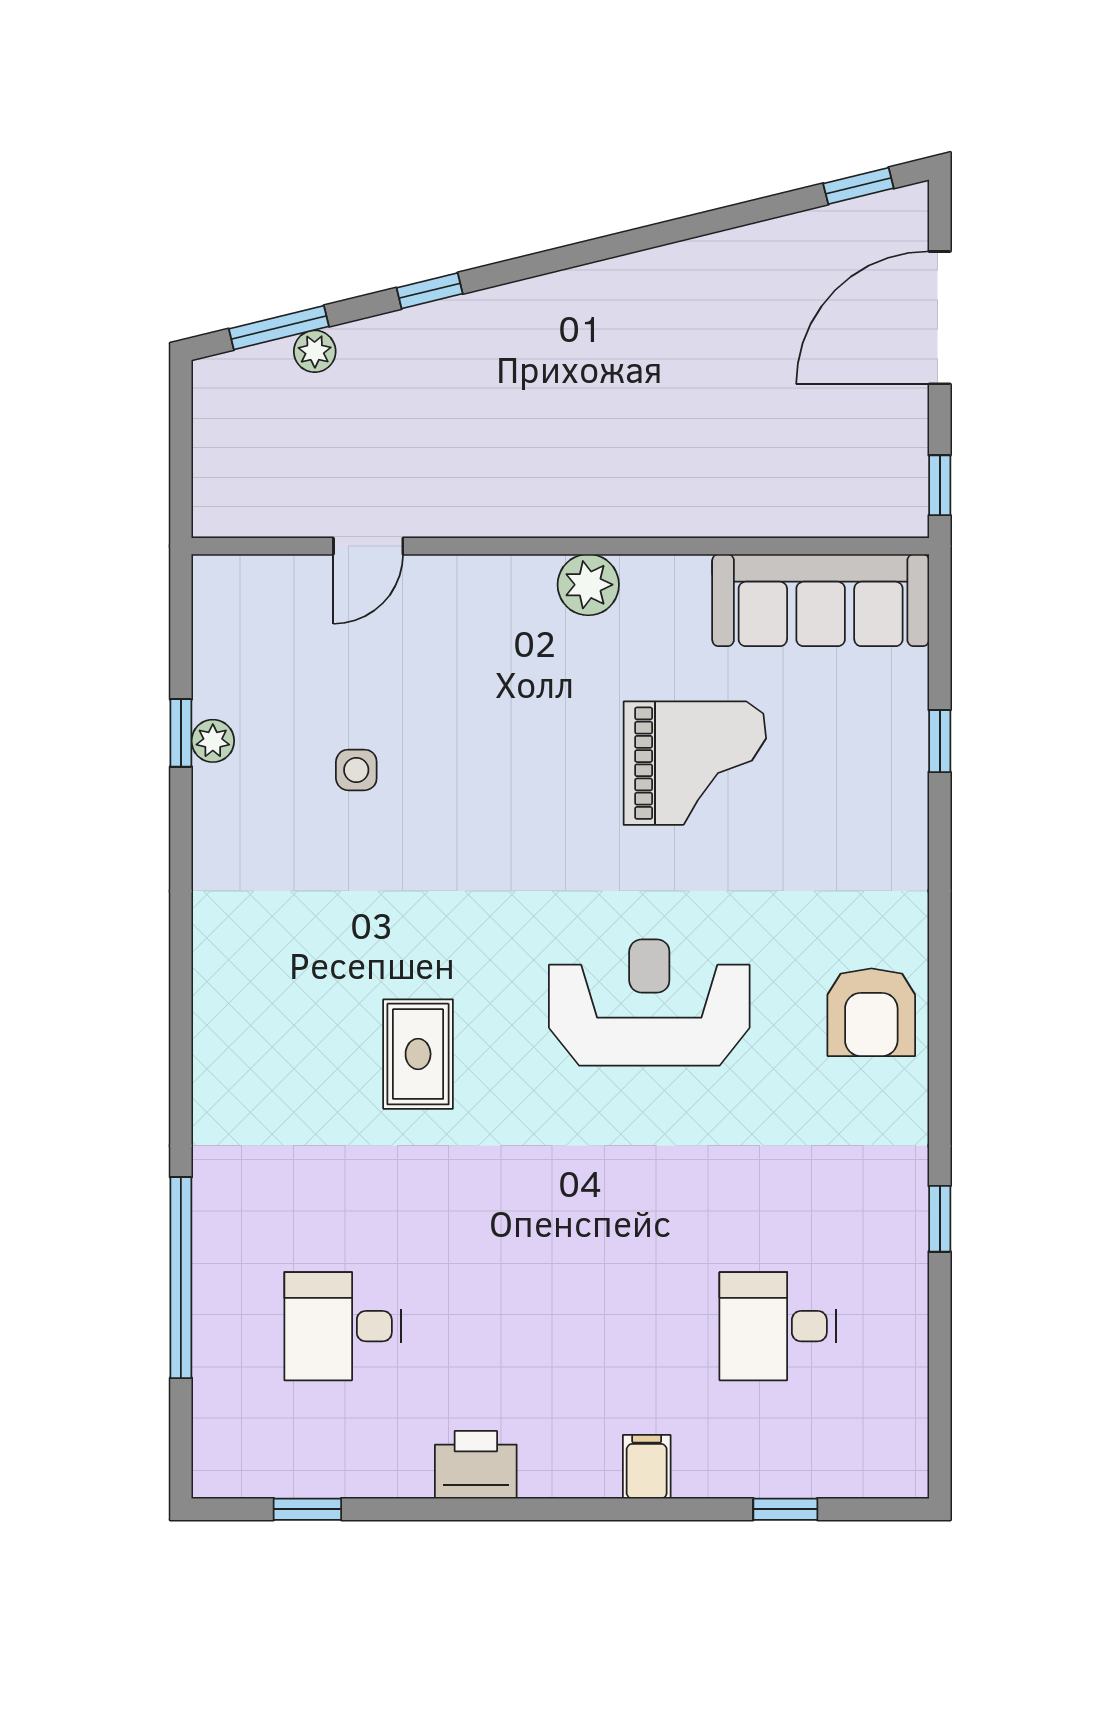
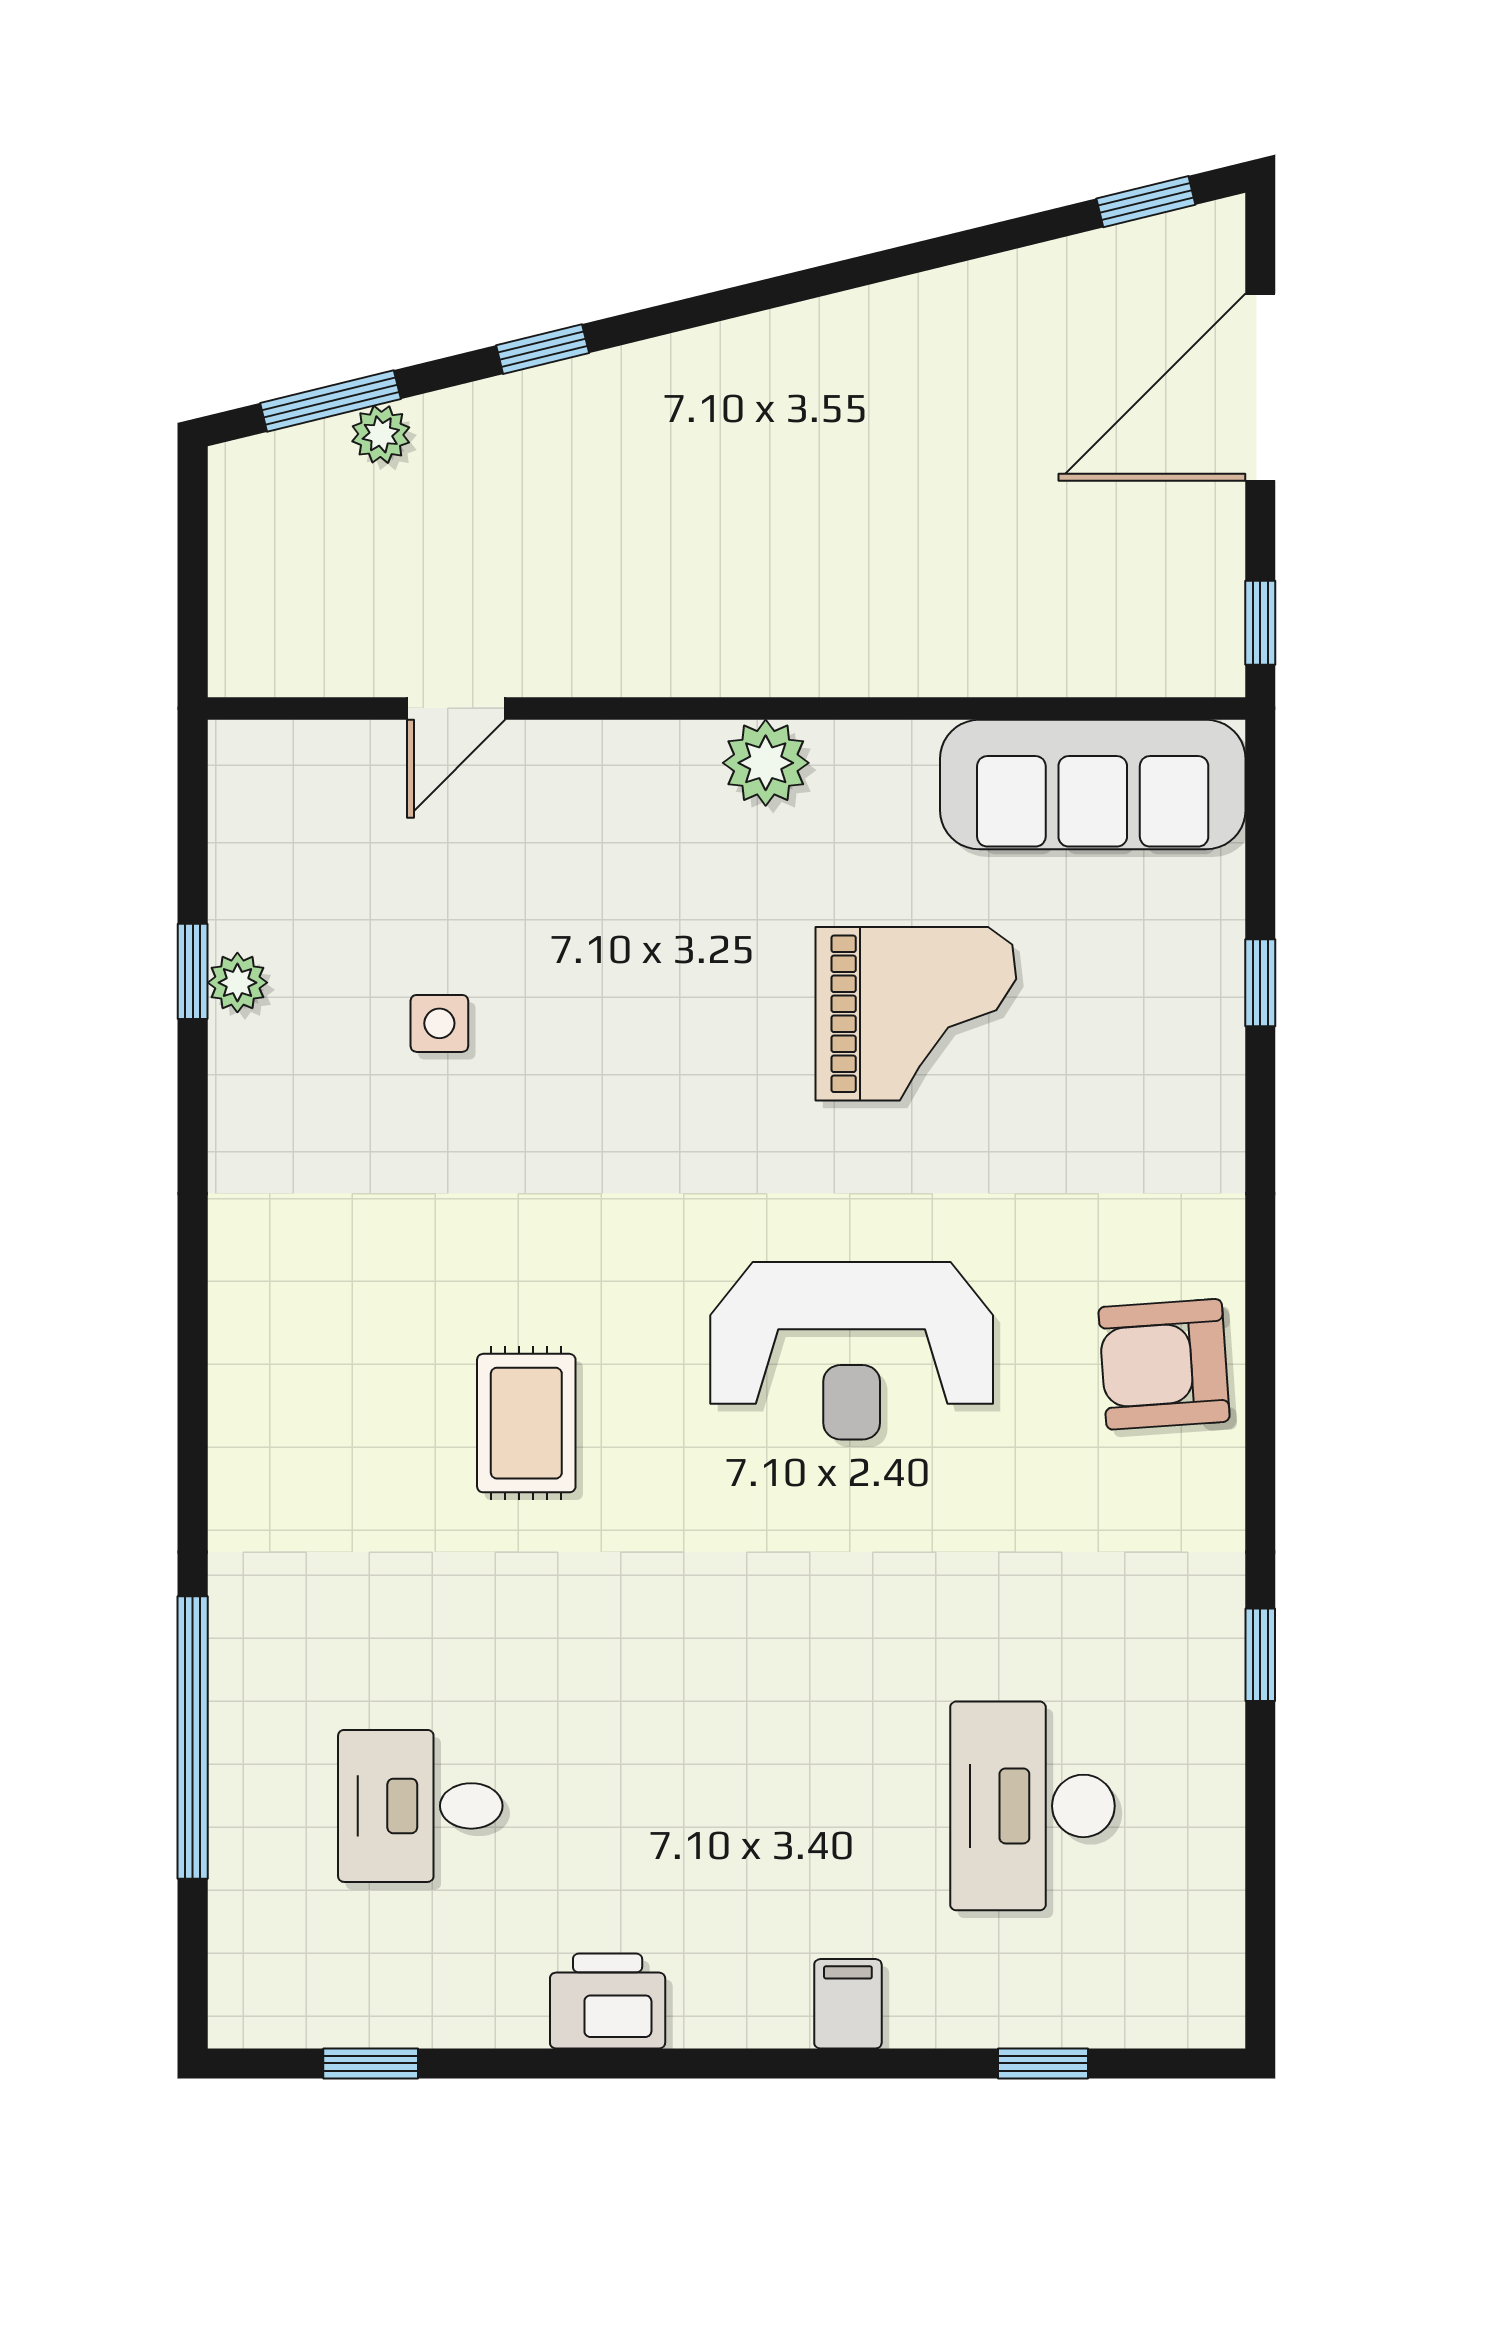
reception desk: (649, 1003) -> (852, 1351), turned 180
armchair: (871, 1012) -> (1164, 1364), turned 86
desk: (778, 1326) -> (1032, 1806), width x1.37

